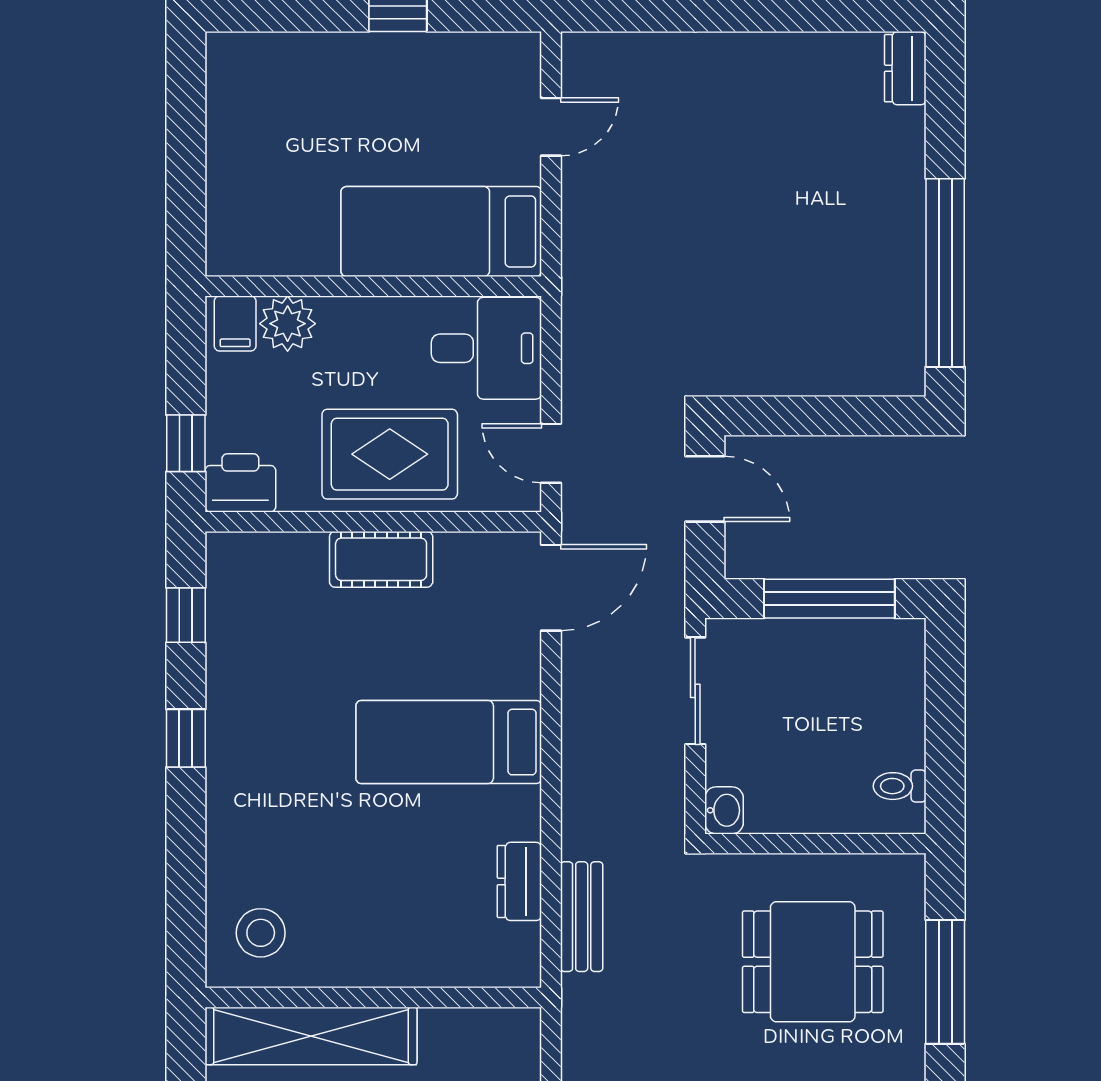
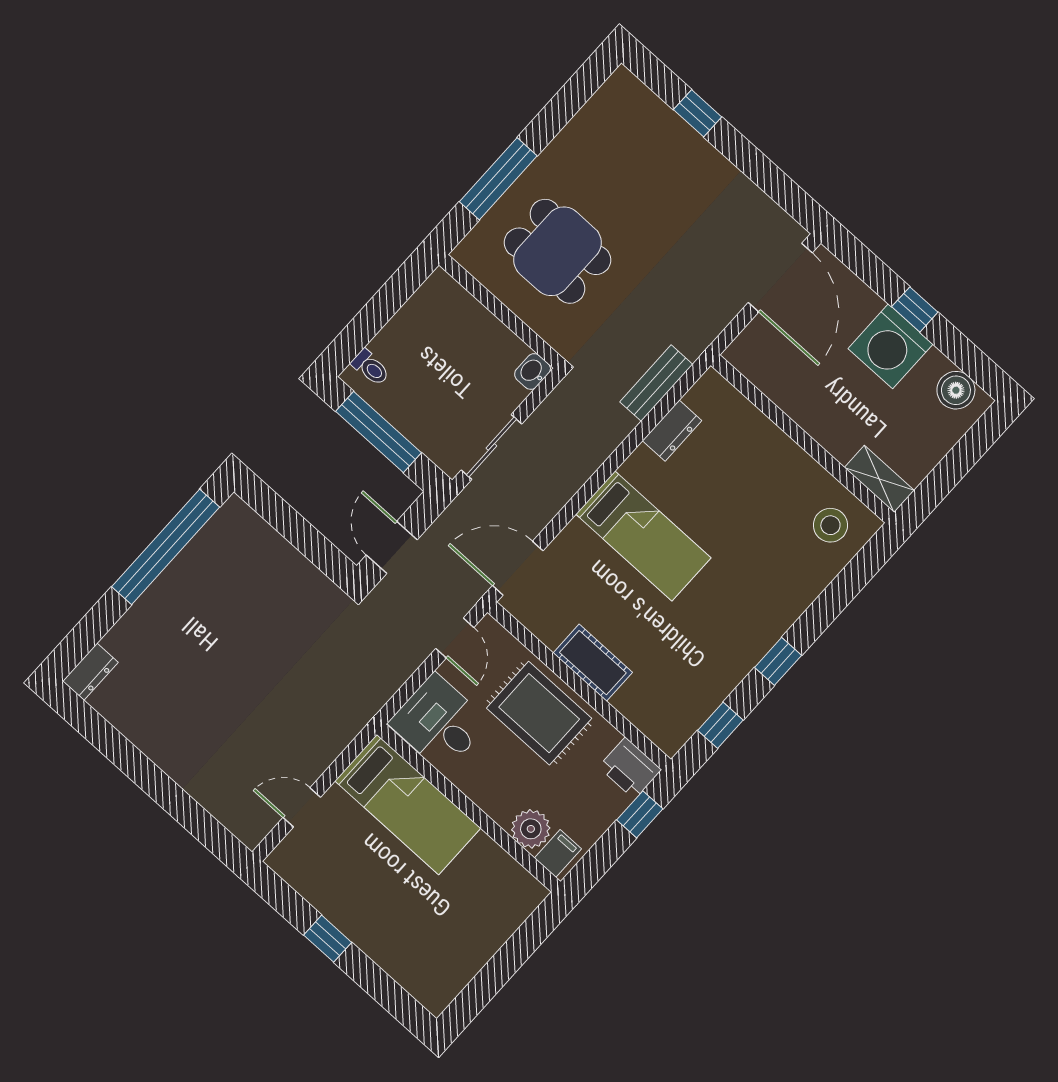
toilet: (900, 786) -> (371, 368), moved
shelving: (311, 1036) -> (879, 479), width x0.45, depth x0.75

